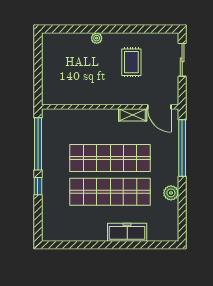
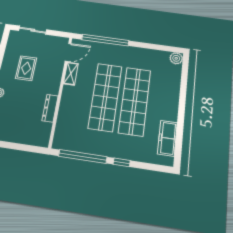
rug: (131, 62) -> (26, 68), turned 90
dresser: (87, 99) -> (50, 108), added
plant: (171, 193) -> (176, 58), moved
freezer: (127, 232) -> (167, 138), moved

